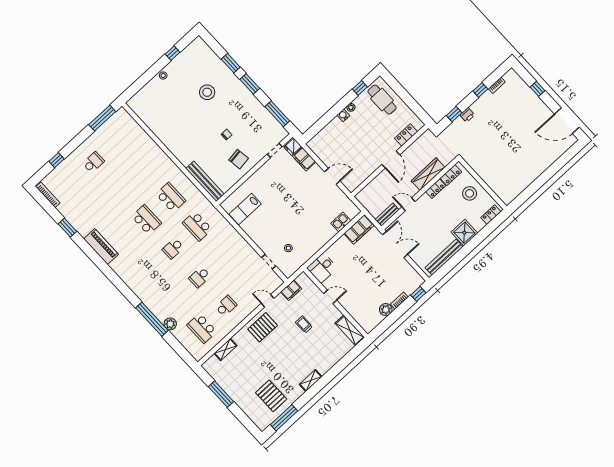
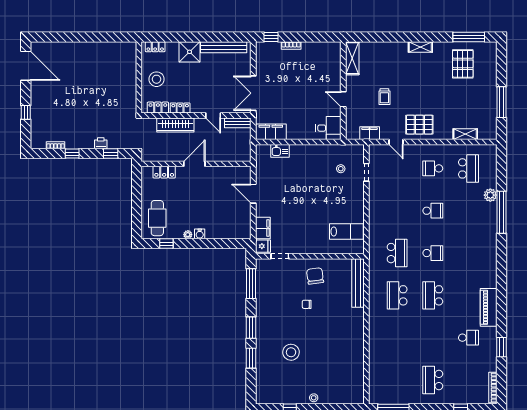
school desk: (93, 162) -> (433, 380), width x1.85
school desk: (96, 213) -> (468, 338), added
plant: (386, 310) -> (308, 48), removed

